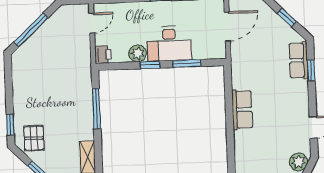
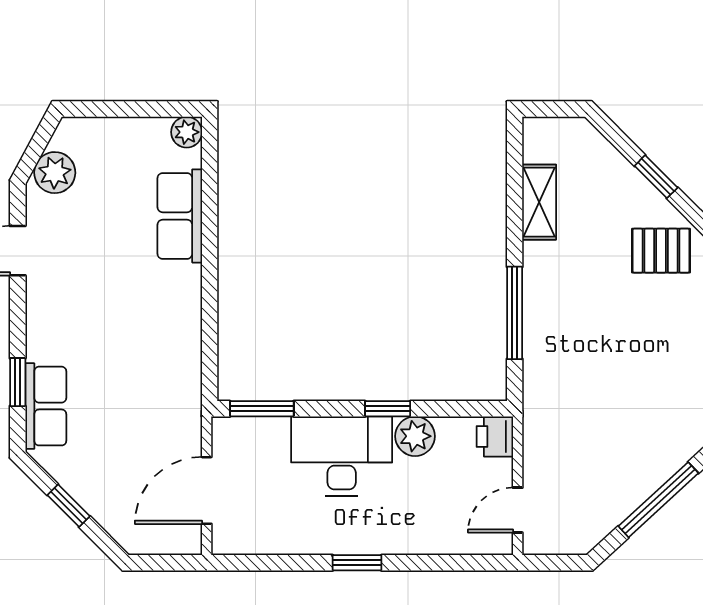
window: (187, 63) -> (262, 409), moved
row of seats: (242, 110) -> (180, 216), moved
pallet: (34, 138) -> (661, 251), turned 90

